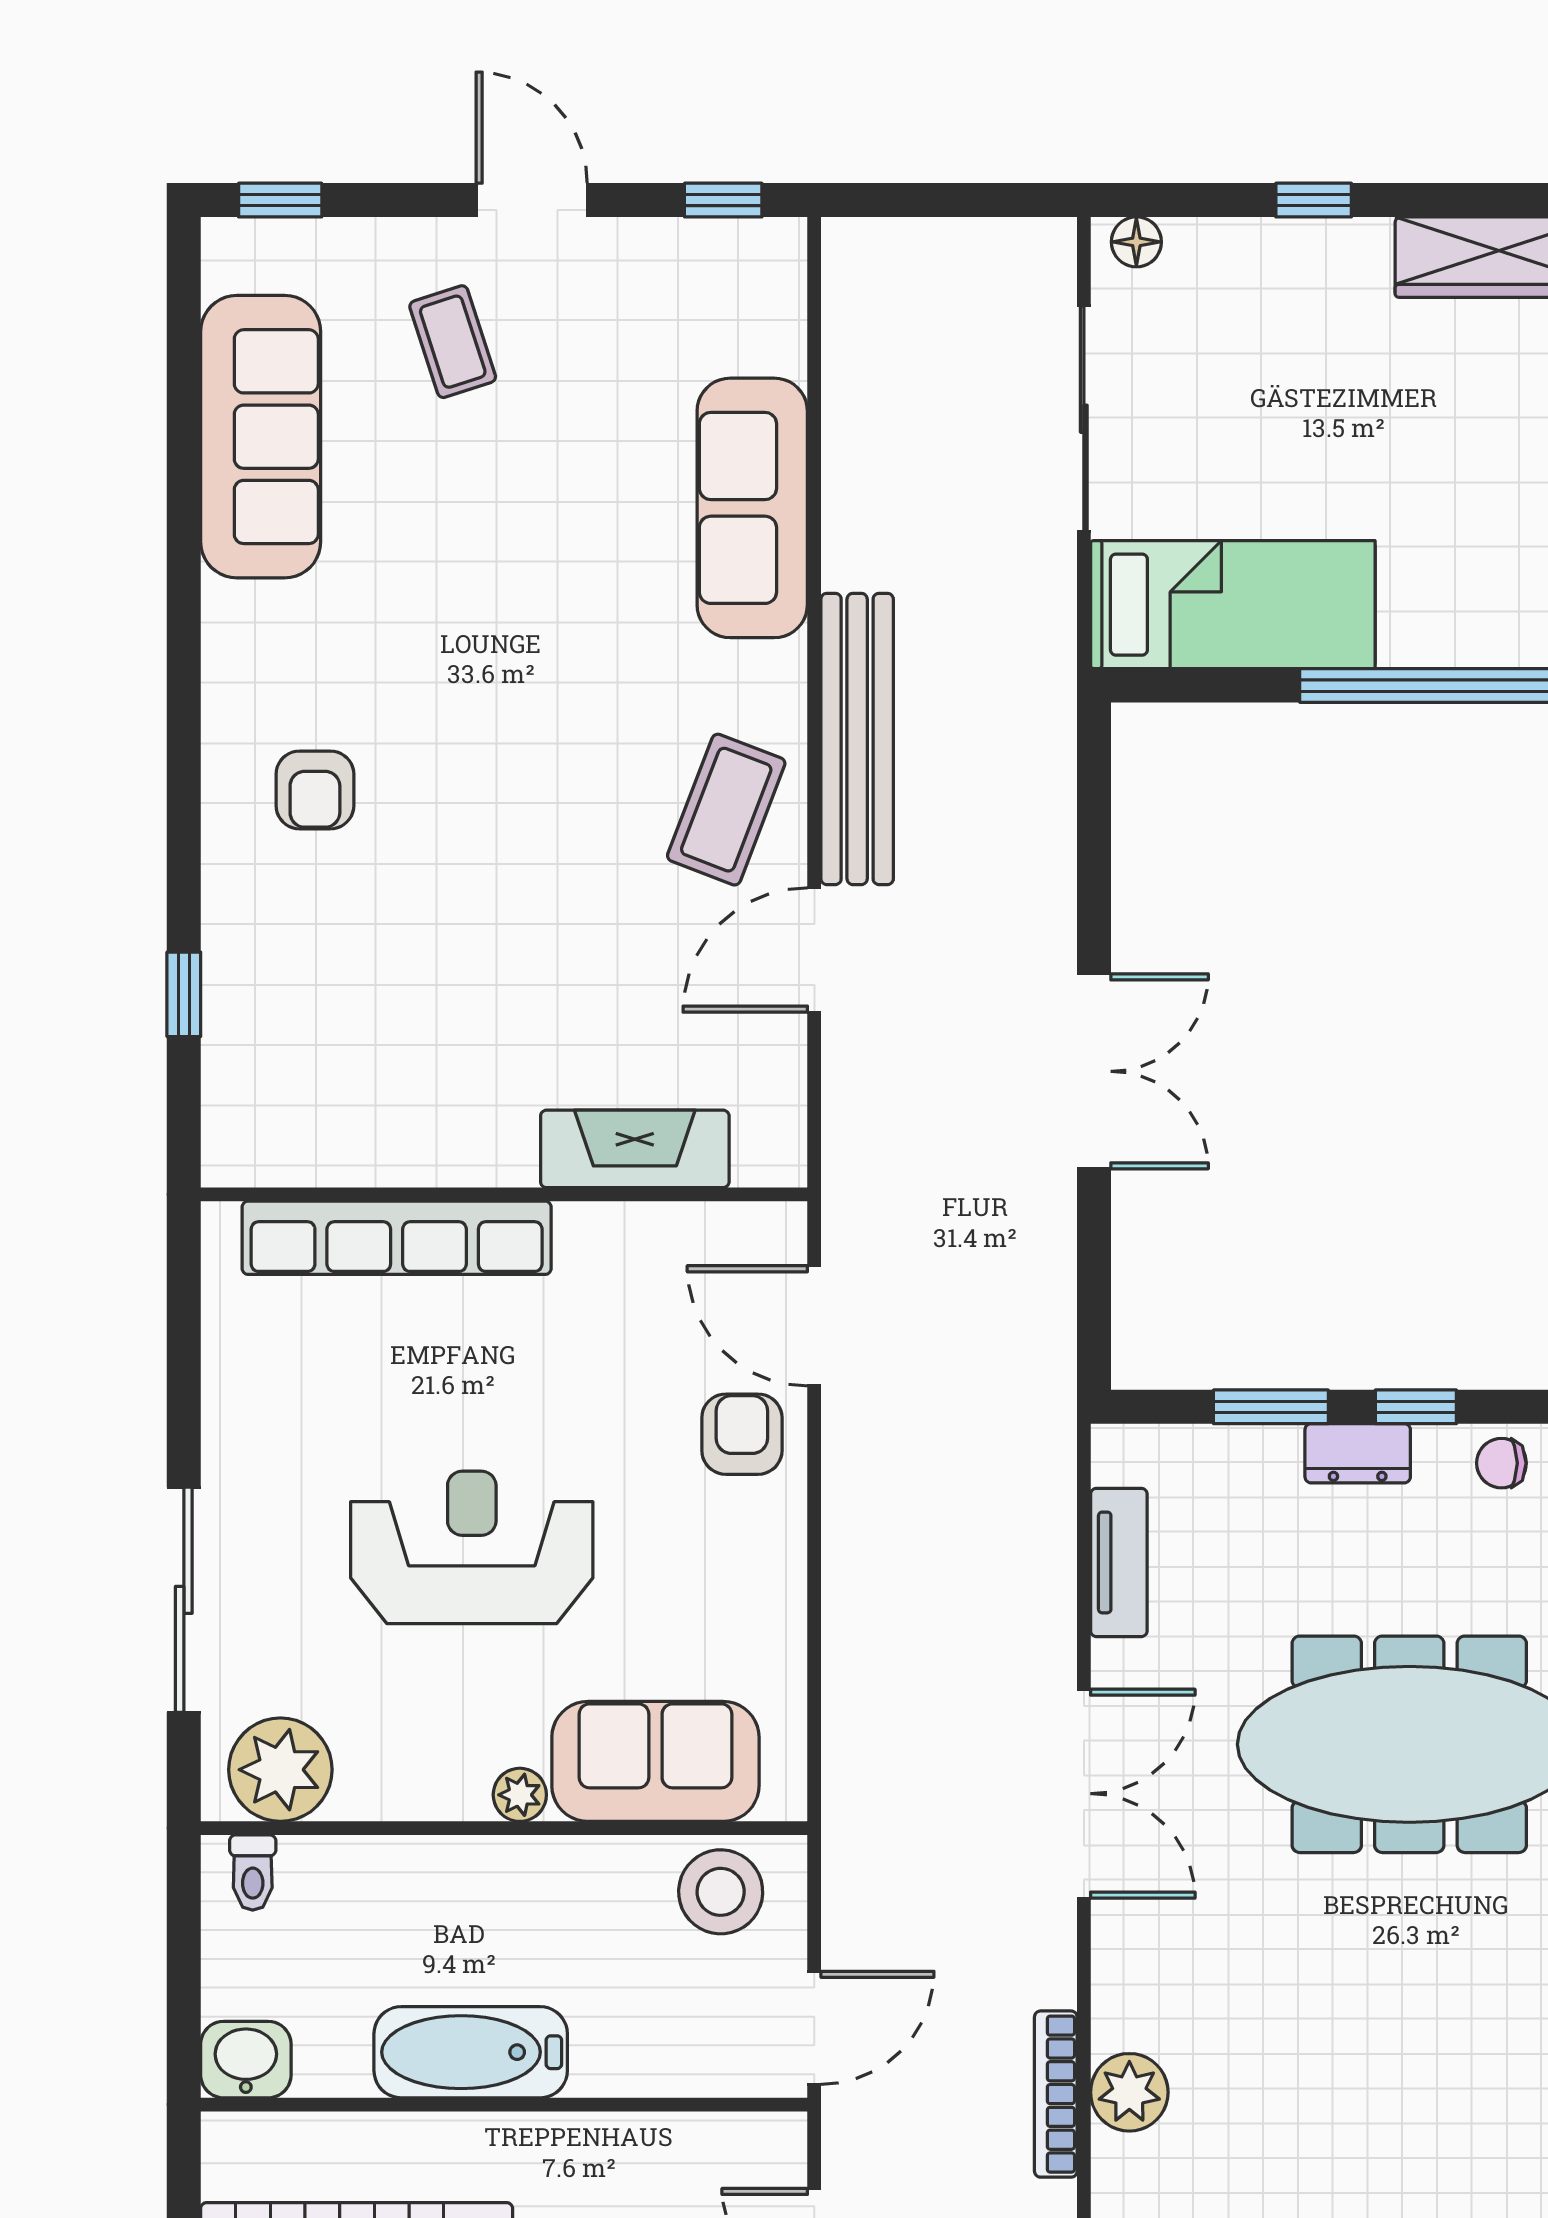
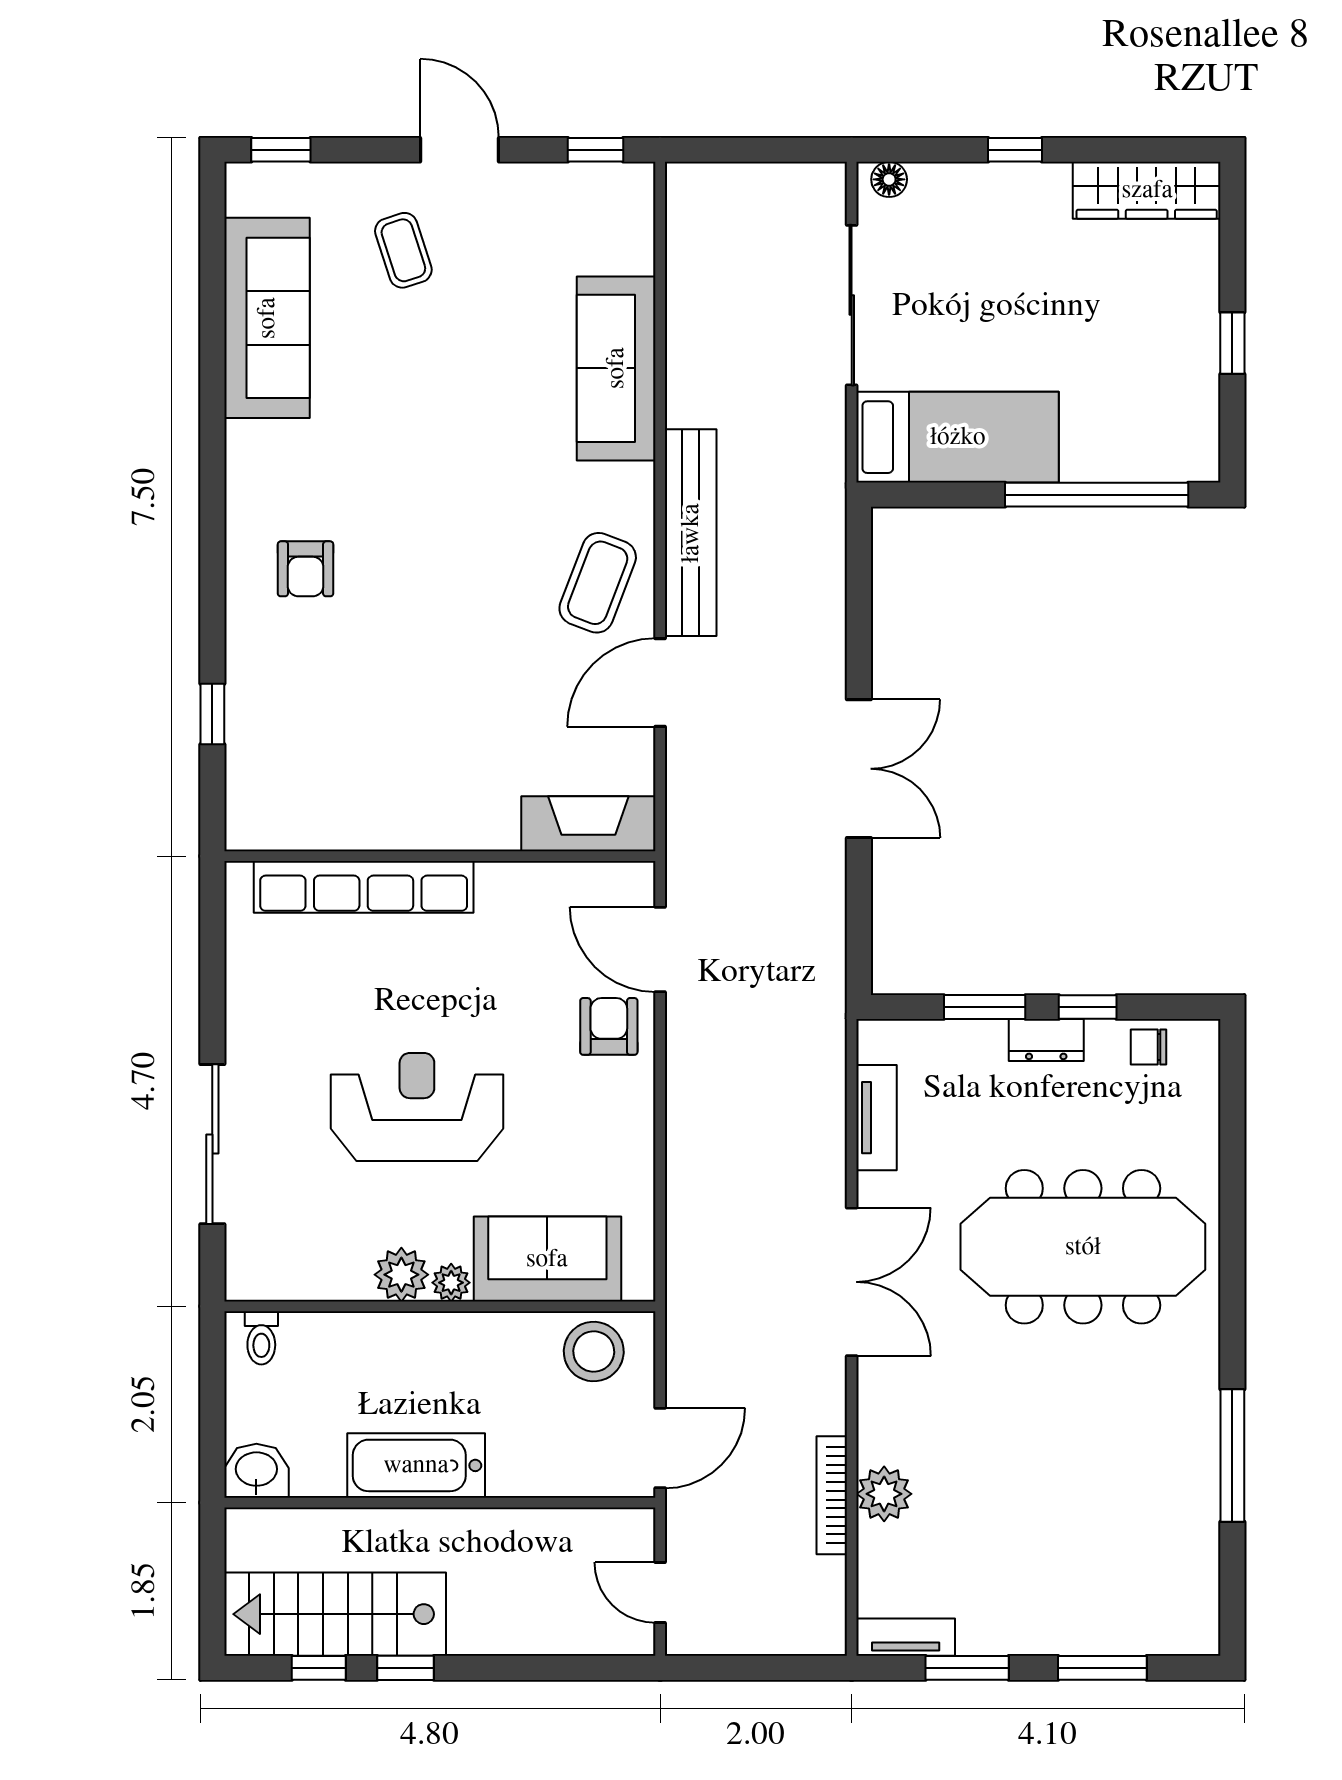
fireplace: (635, 1149) -> (588, 824), moved
plant: (280, 1770) -> (401, 1275), moved, width x0.73, depth x0.73

